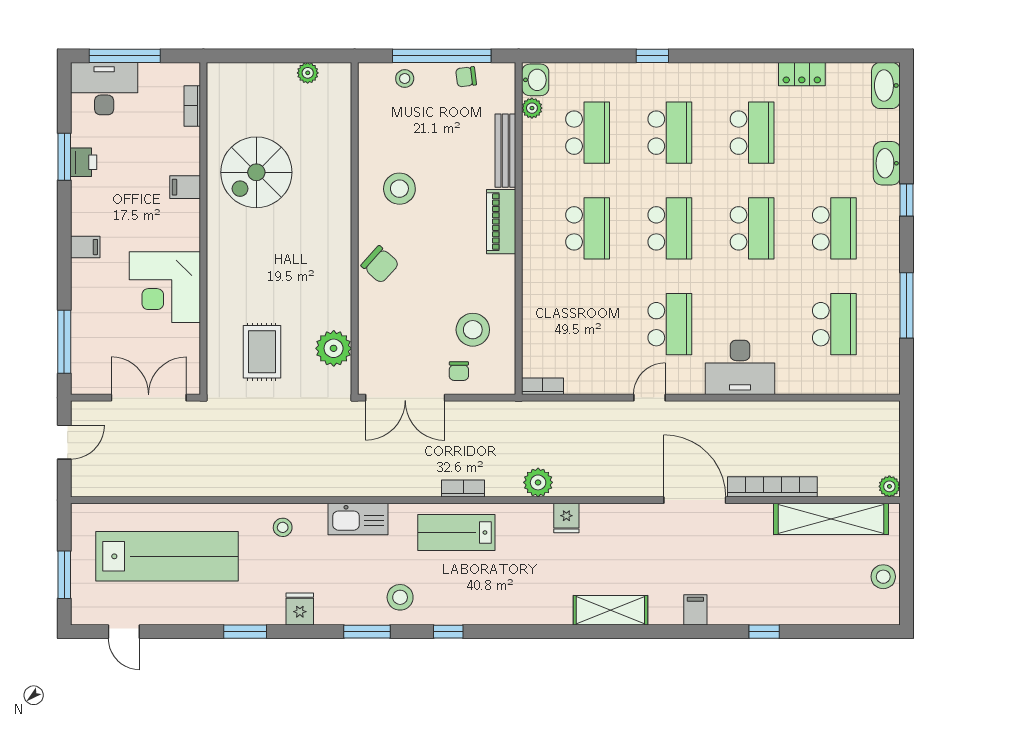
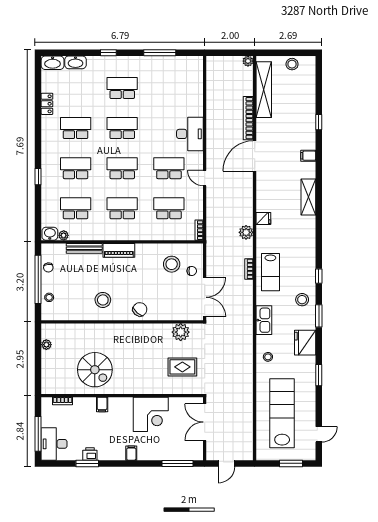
washbasin: (887, 163) -> (75, 62), moved
school desk: (834, 324) -> (169, 208), moved
door: (64, 442) -> (226, 463), swing flipped
fridge: (300, 609) -> (305, 343), width x1.88, depth x1.34

